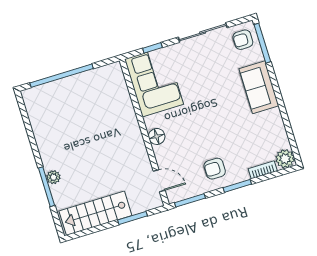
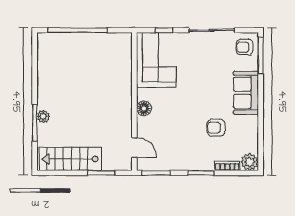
armchair: (215, 169) -> (216, 128), moved

